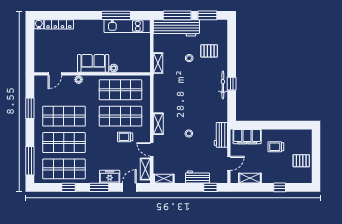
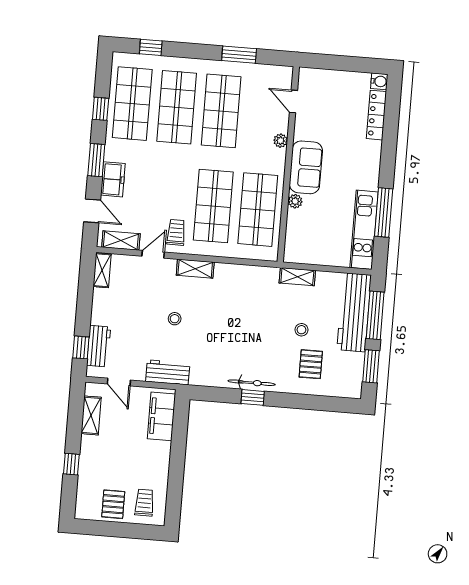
trolley: (125, 137) -> (176, 232), moved
trolley: (276, 147) -> (144, 503), moved
window: (30, 161) -> (151, 47), width x0.46
workbench: (197, 177) -> (99, 346), moved

